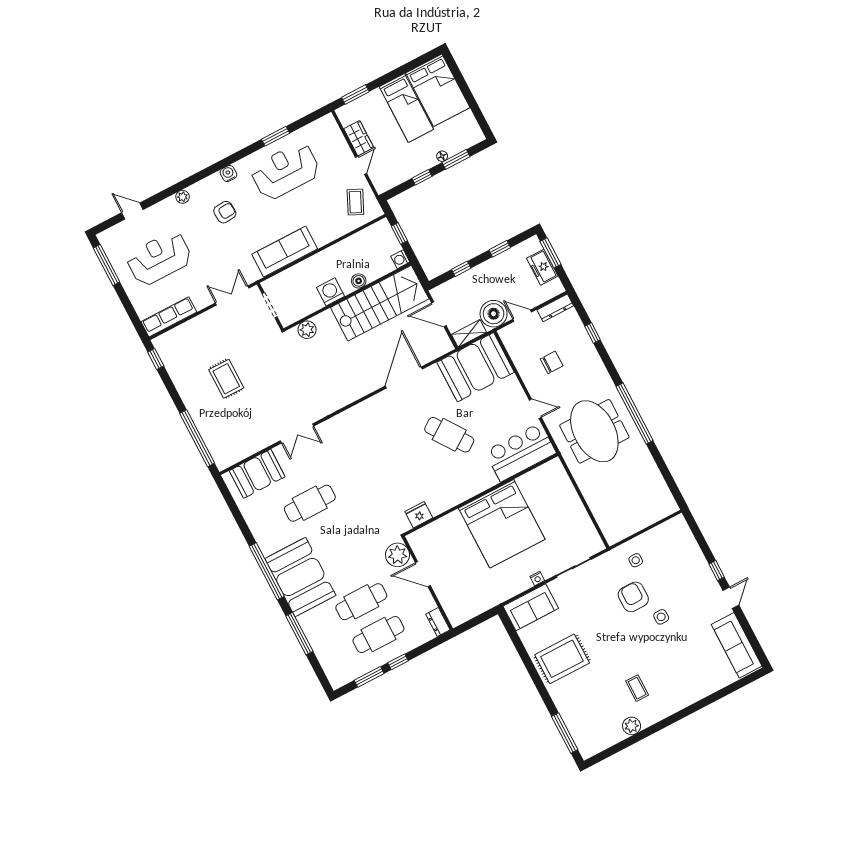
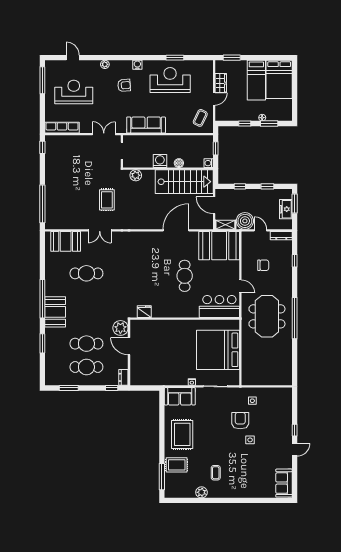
rug: (226, 379) -> (107, 200), moved
cafe table: (449, 435) -> (185, 276), turned 35
bed: (502, 524) -> (218, 350), moved, turned 90
booth: (300, 577) -> (55, 312), width x0.73, depth x0.70
window: (299, 634) -> (42, 343), width x0.69
sofa: (737, 645) -> (284, 483), width x0.73
rug: (562, 659) -> (182, 434), turned 90
window: (398, 662) -> (112, 388), moved
rug: (577, 705) -> (177, 465), added

